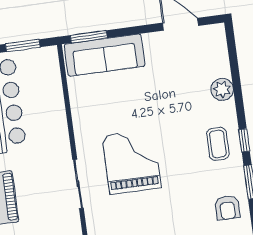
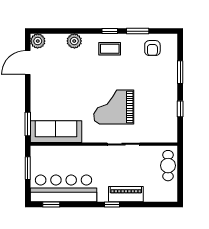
plant: (215, 35) -> (38, 41), added
sofa: (105, 55) -> (56, 132), moved, turned -90
armchair: (227, 207) -> (152, 48), turned 90

